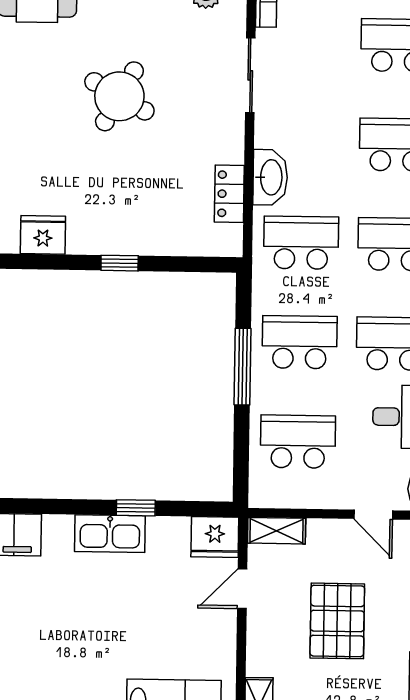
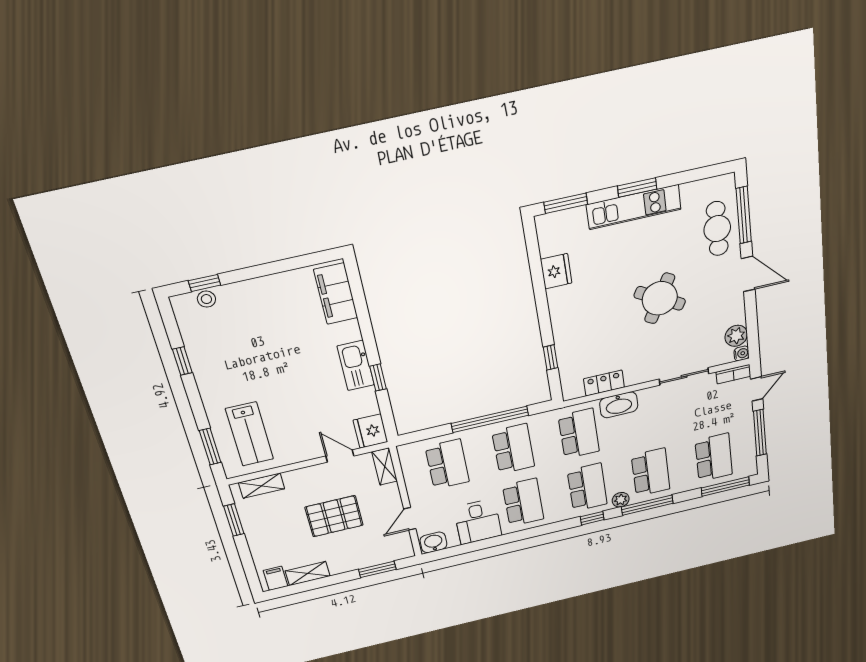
window: (120, 263) -> (551, 357), moved
window: (243, 367) -> (490, 419), width x1.46

